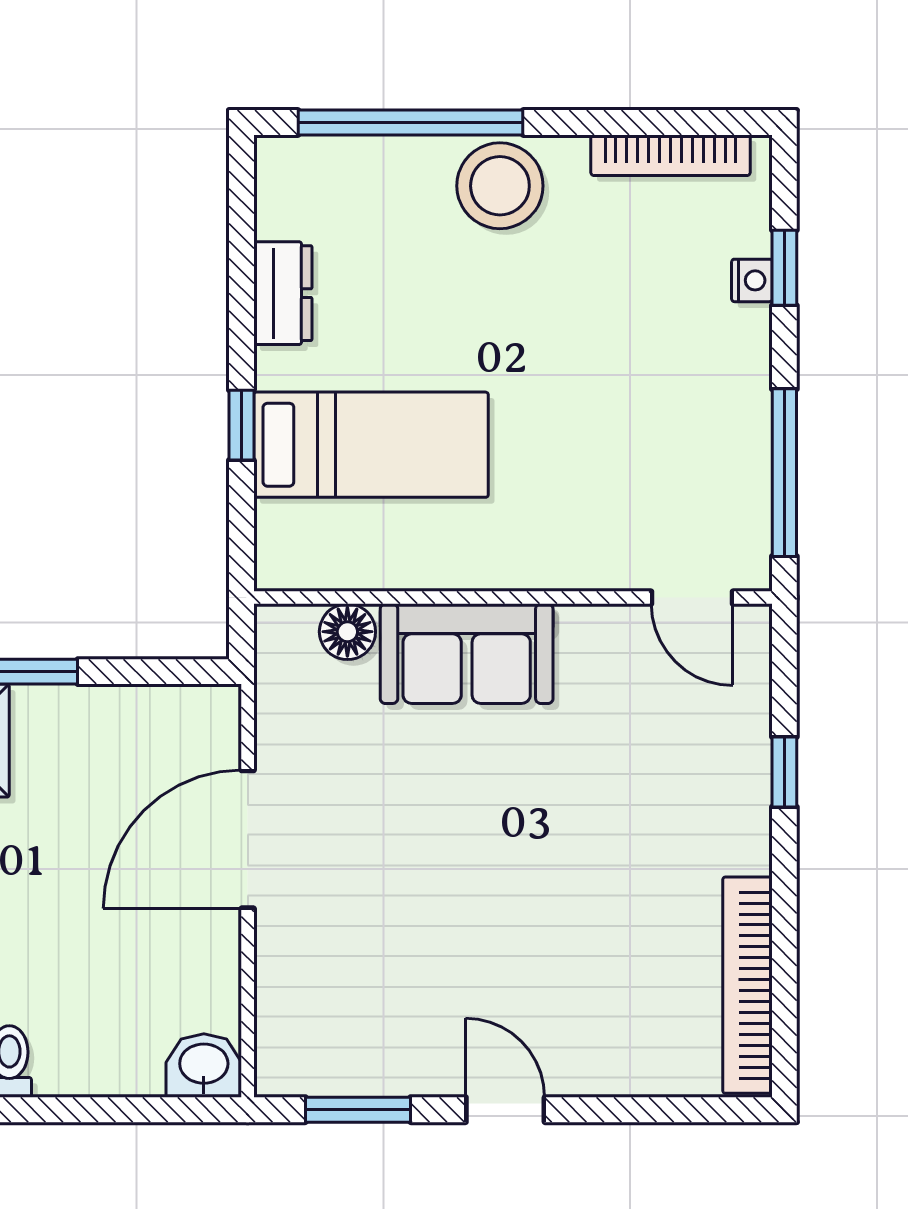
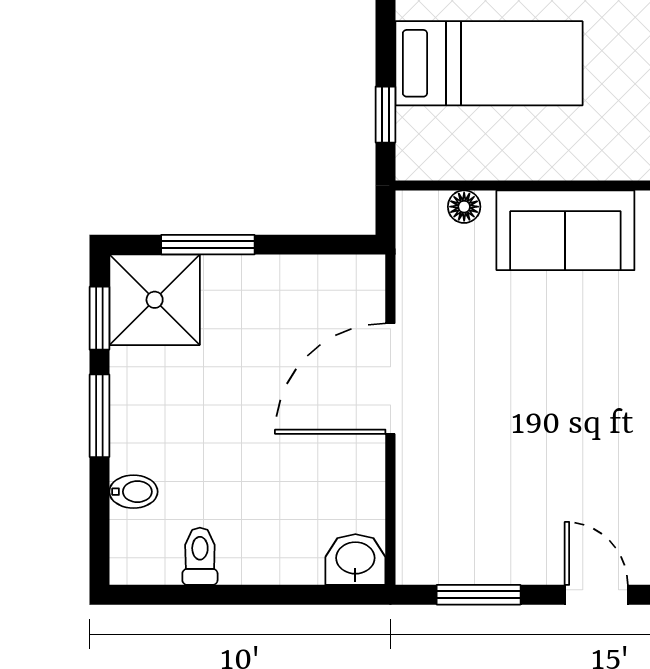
window: (241, 425) -> (385, 115), moved
floor lamp: (347, 632) -> (464, 207), width x0.73, depth x0.73

